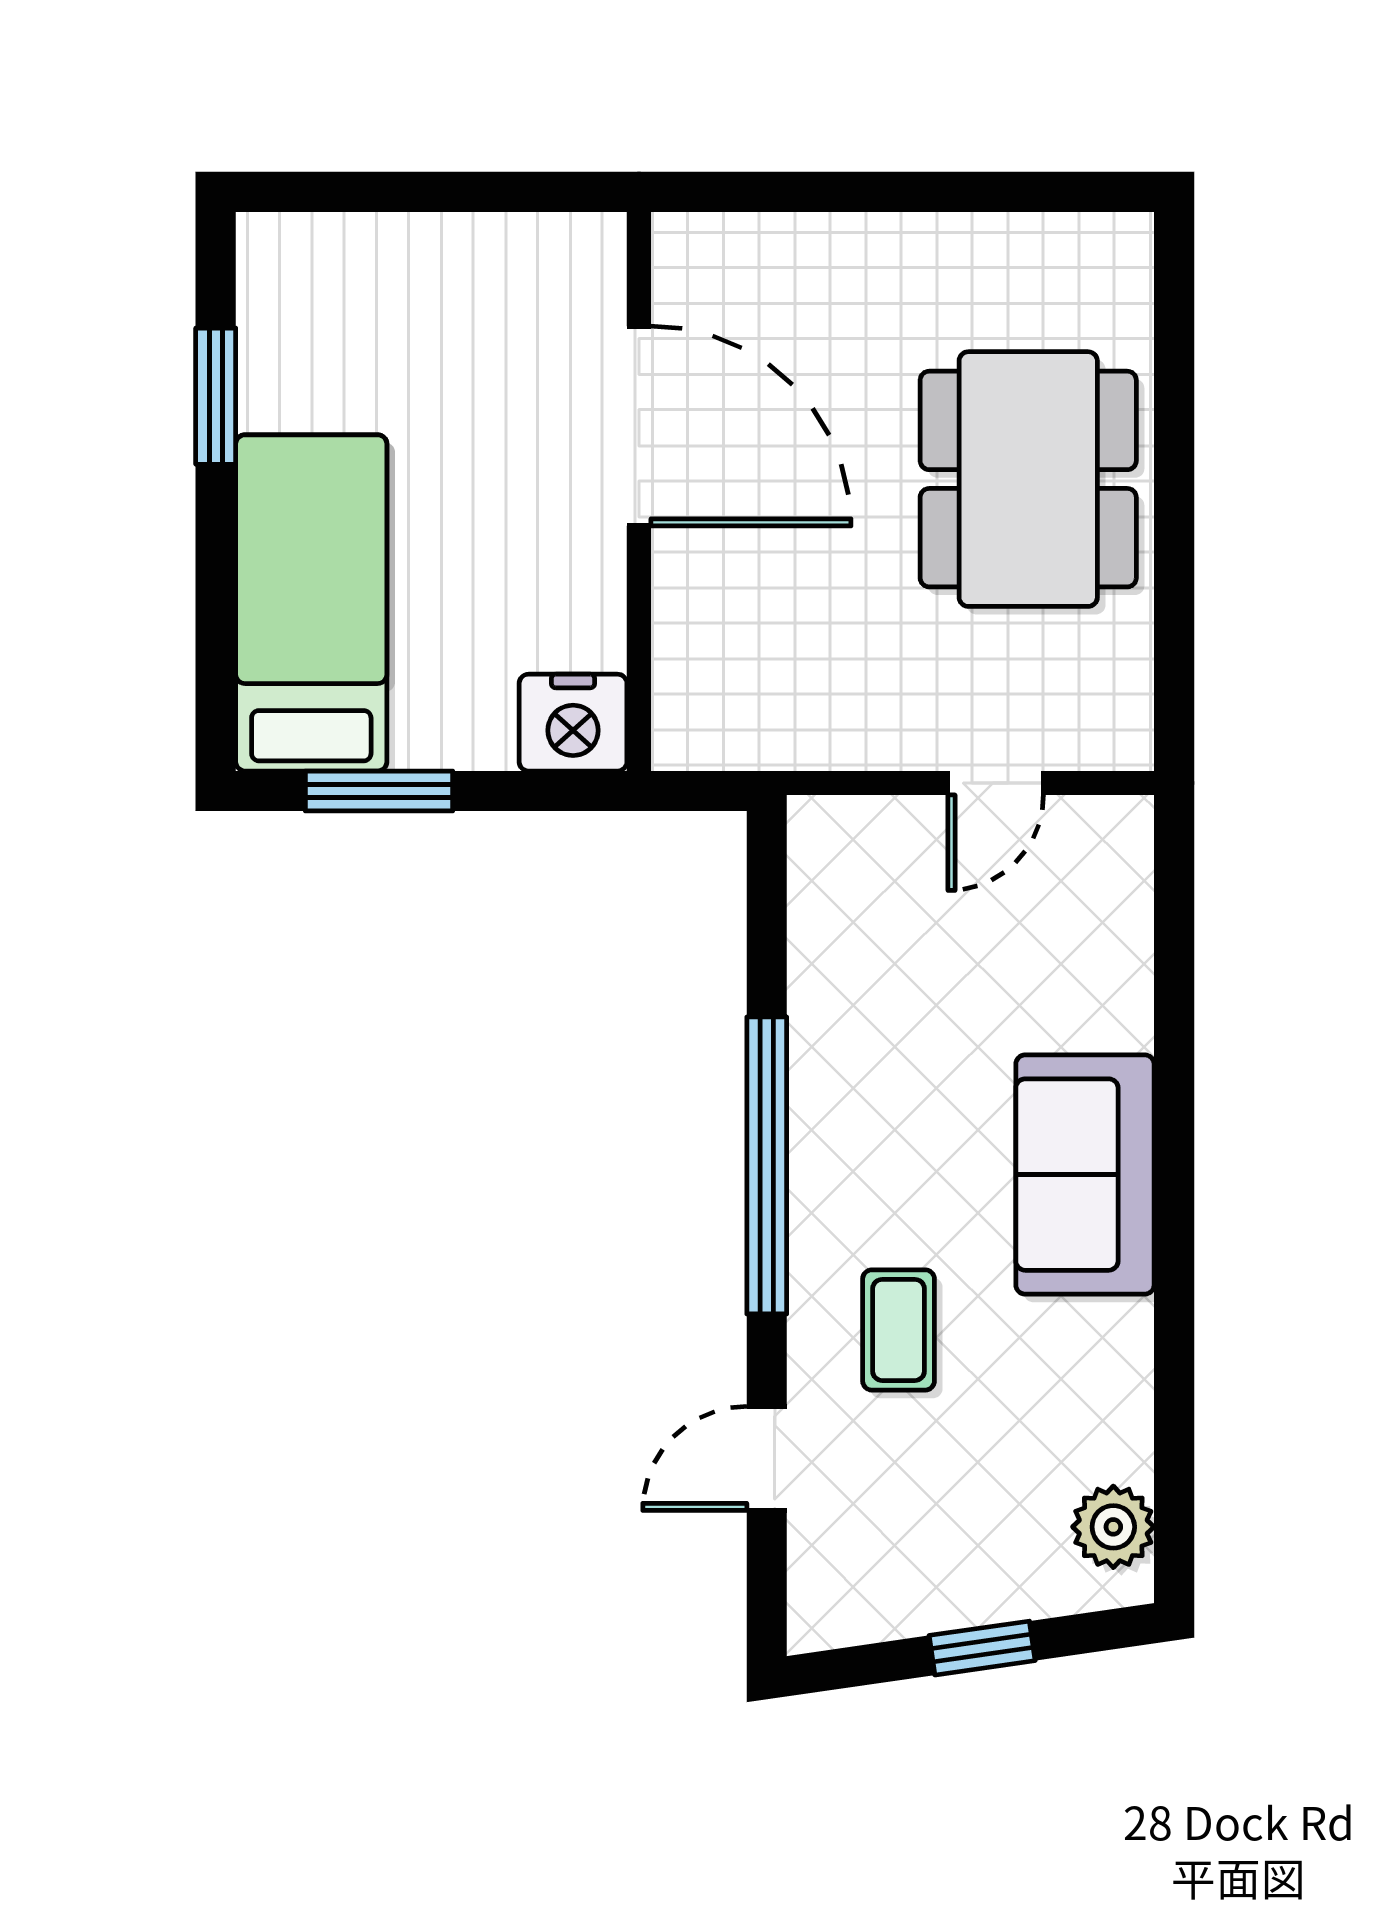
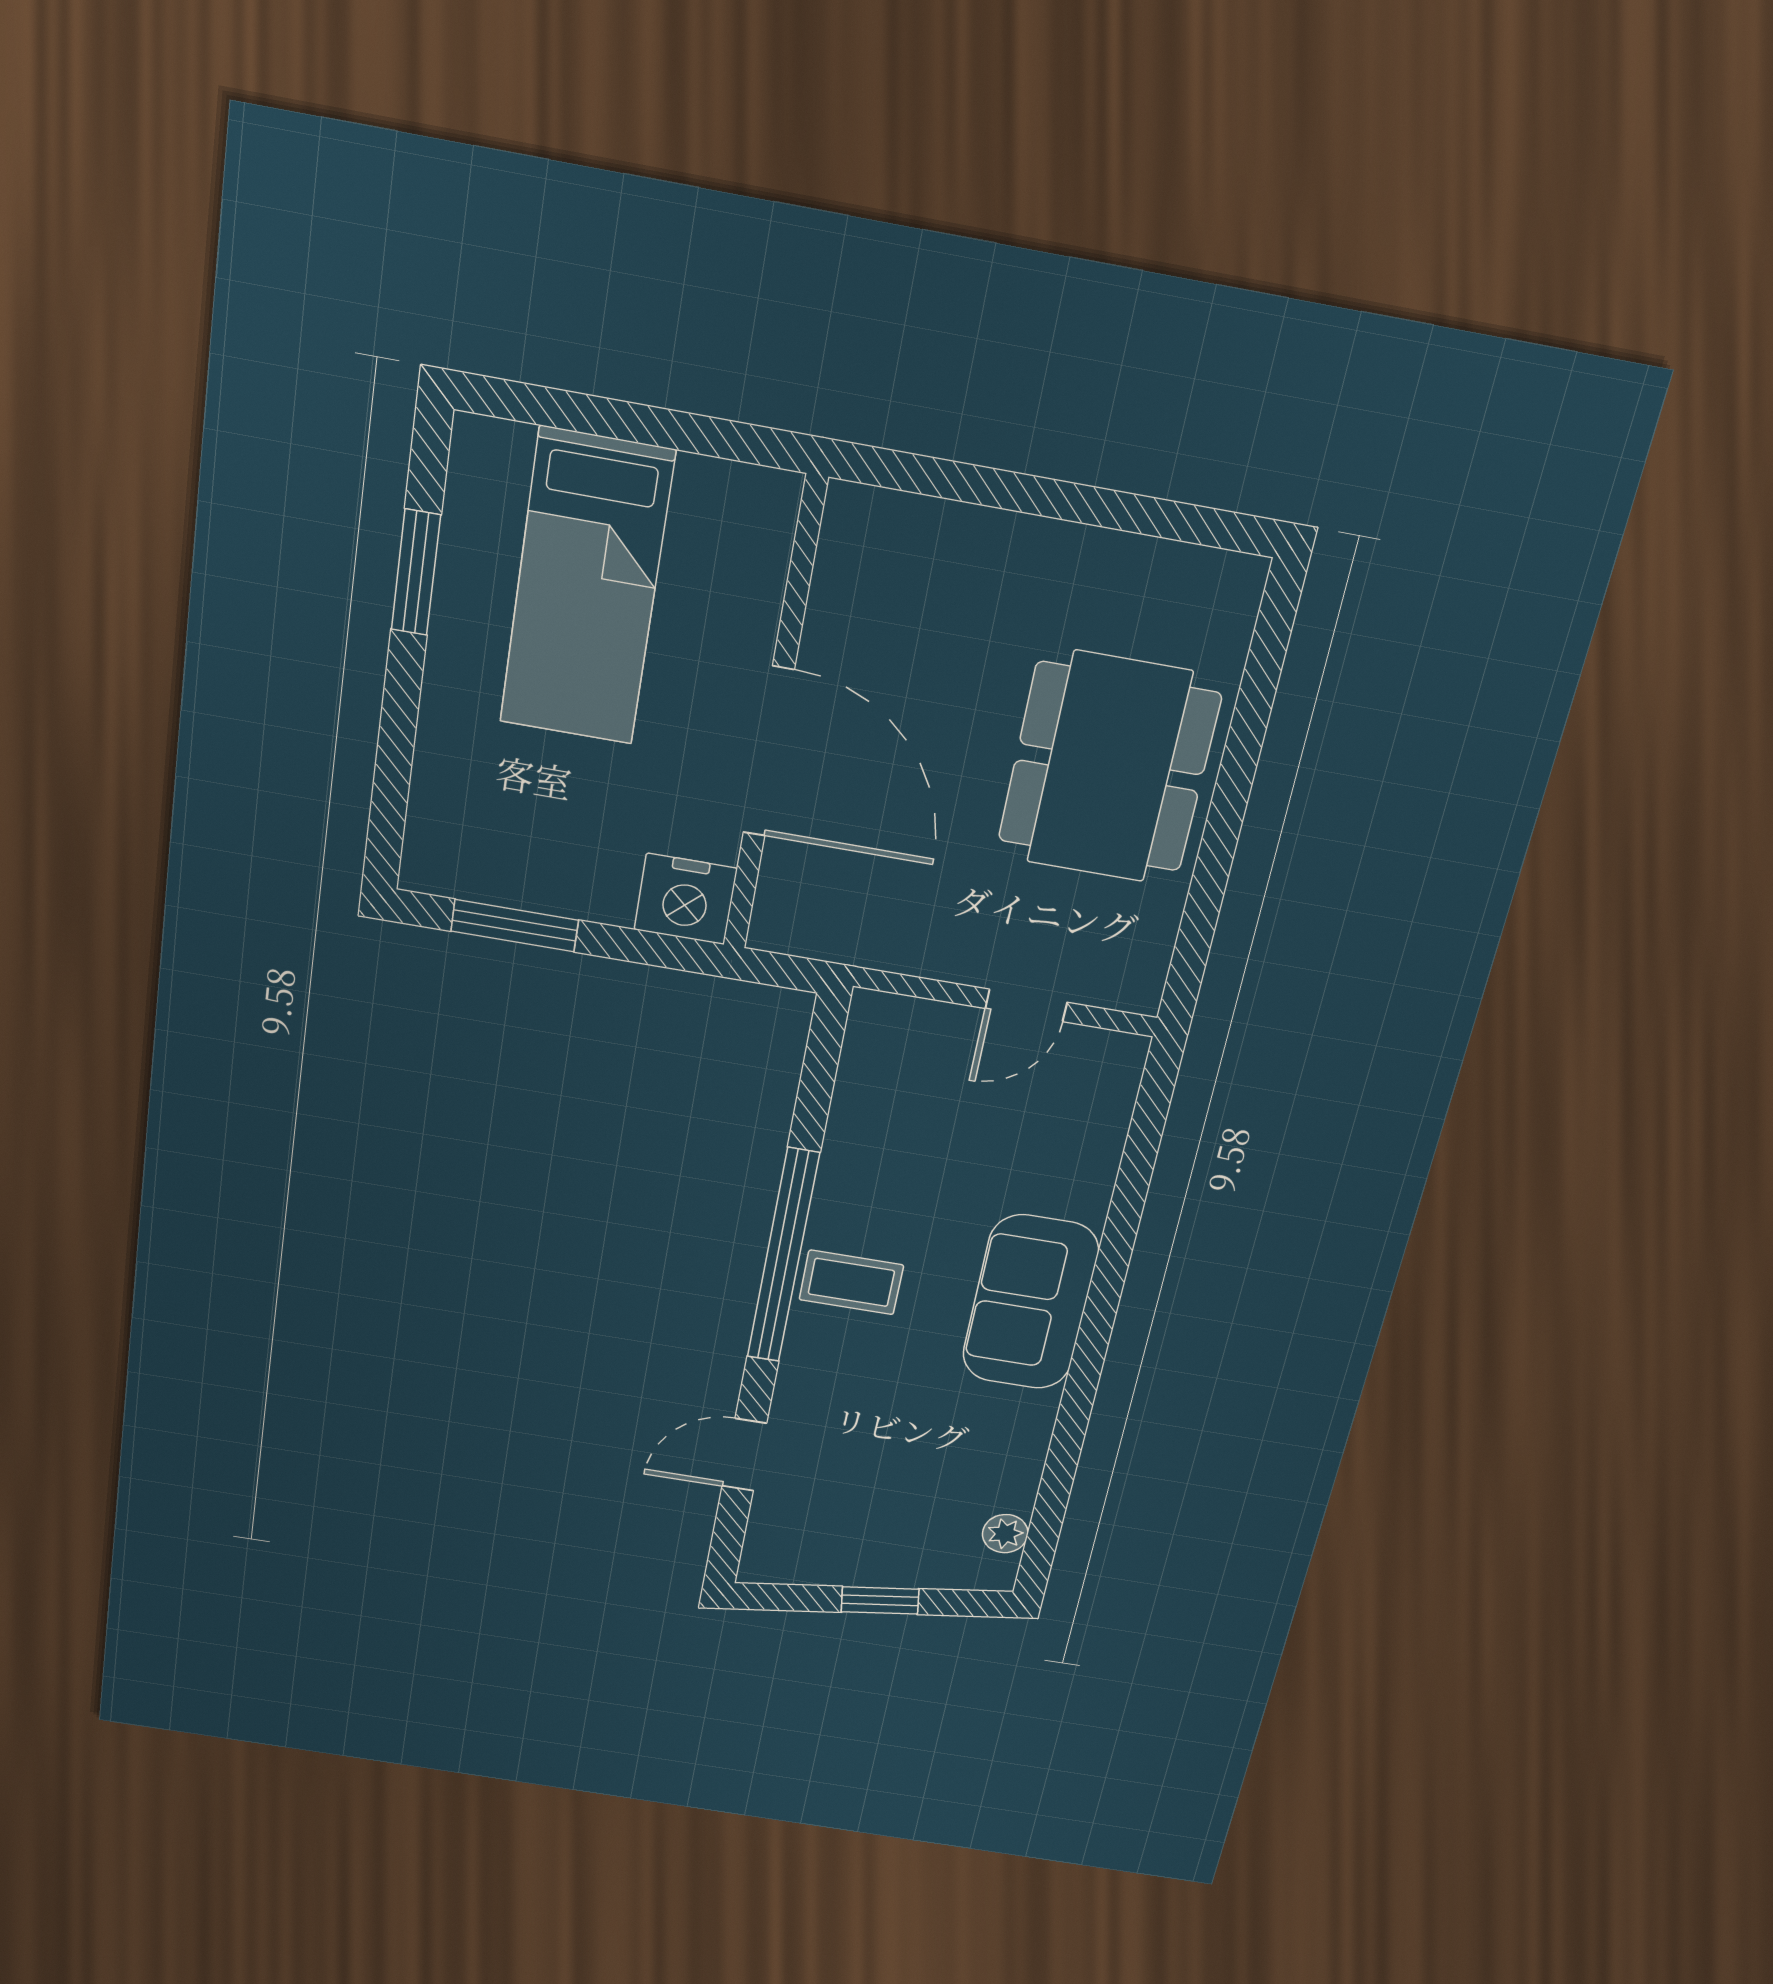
door: (639, 426) -> (768, 752), moved
bed: (311, 603) -> (586, 588), moved, turned 180
coffee table: (899, 1330) -> (851, 1282), moved, turned 90
plant: (1113, 1527) -> (1005, 1534), width x0.73, depth x0.73

